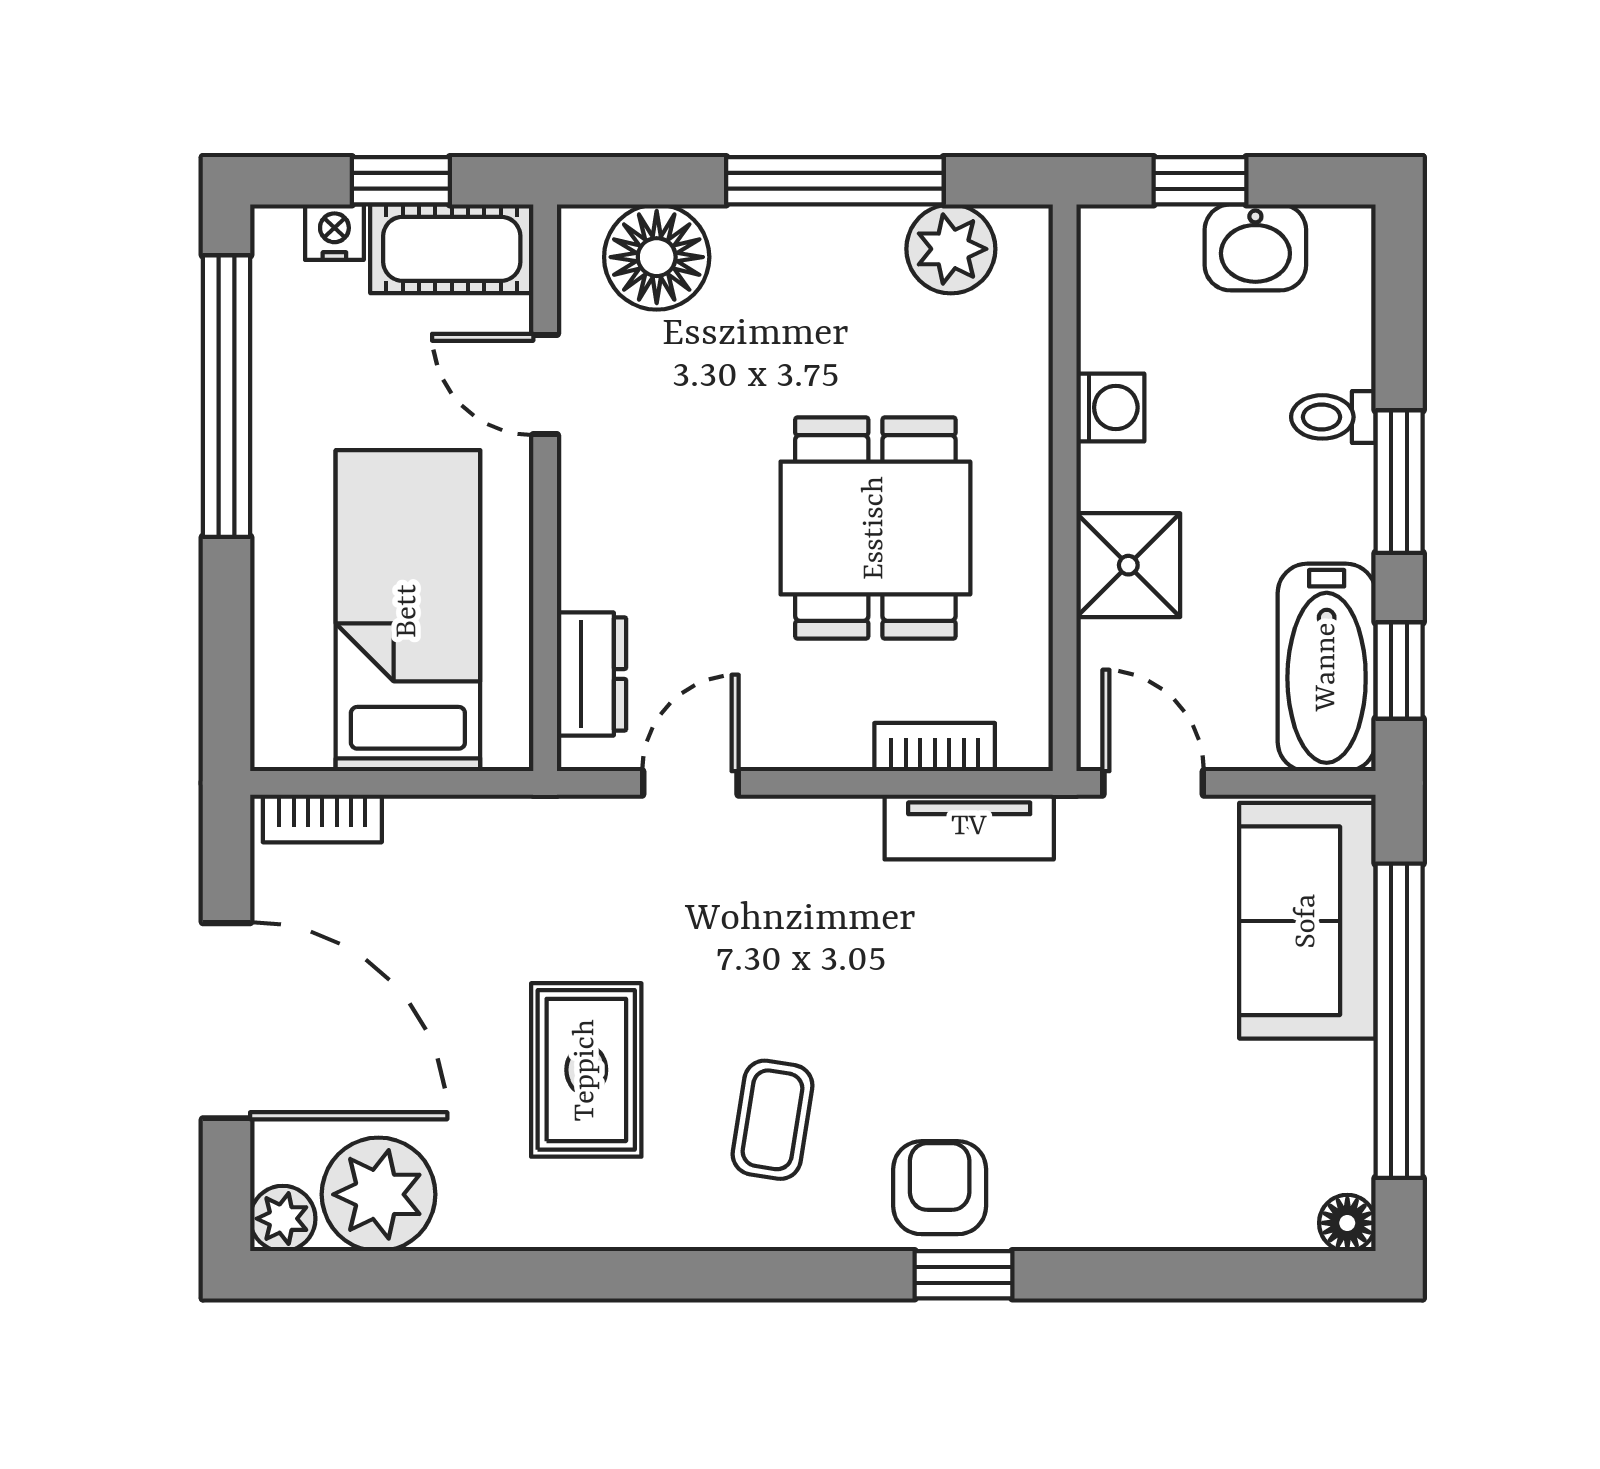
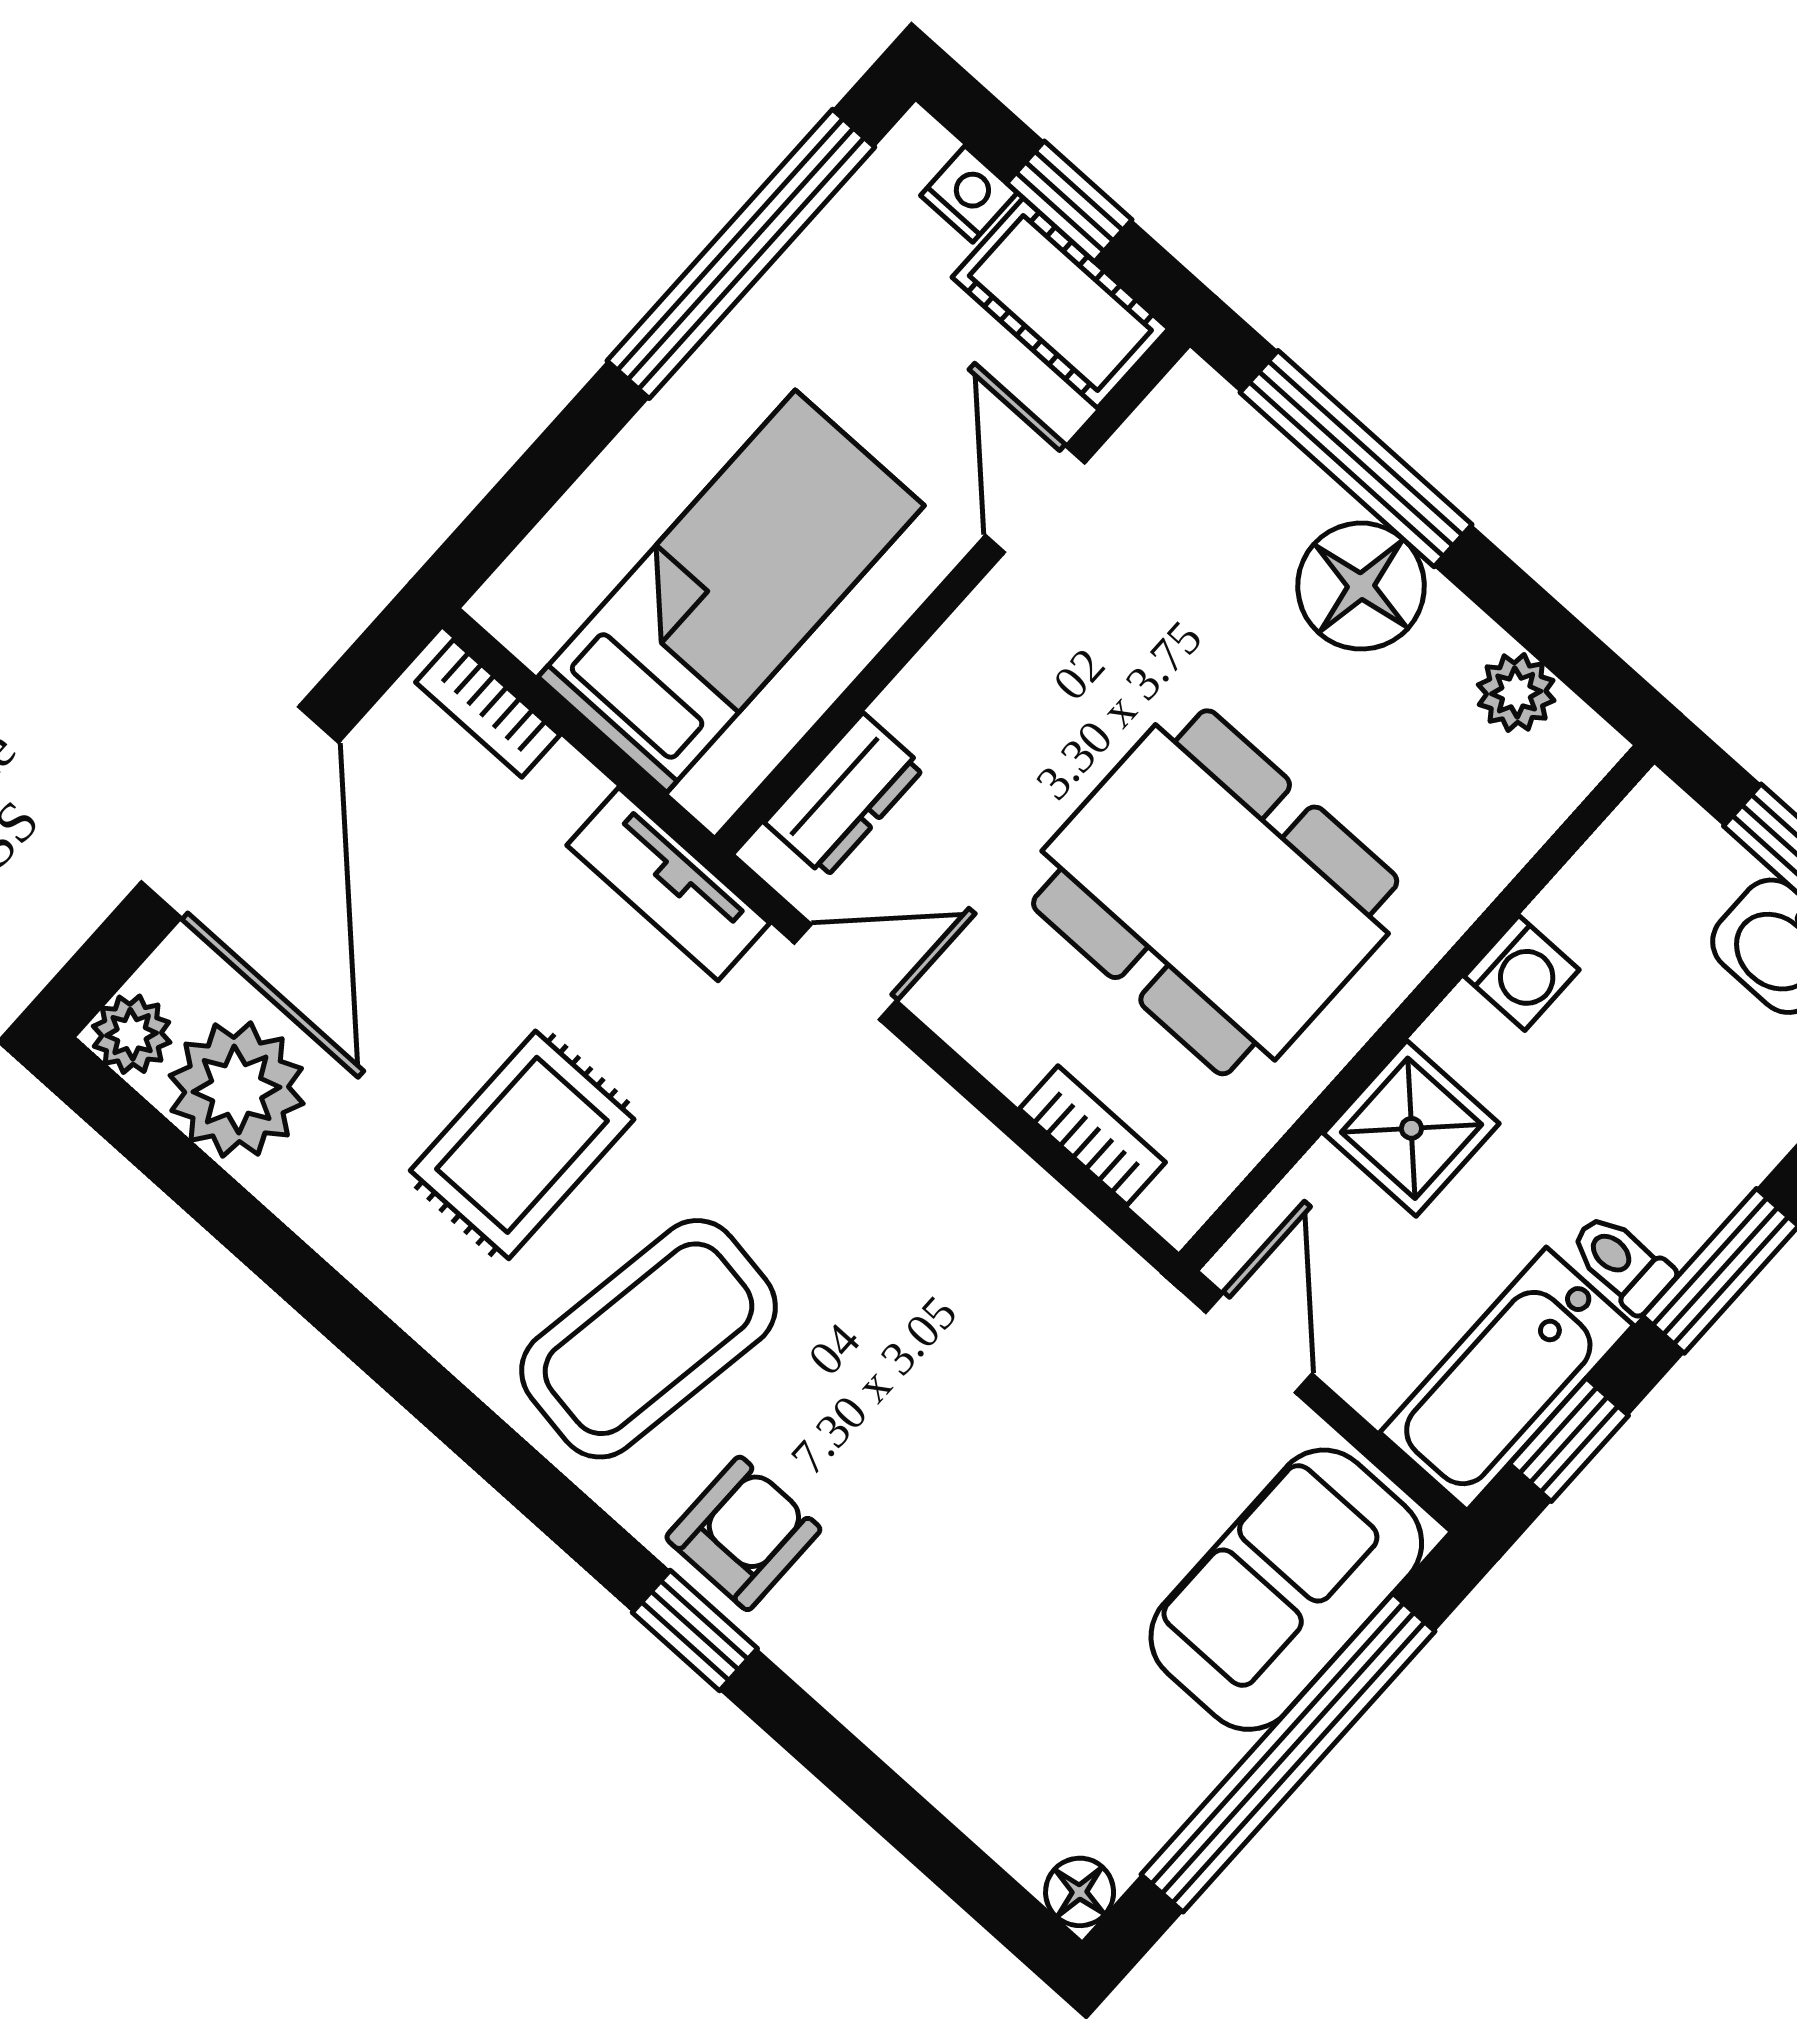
window: (835, 181) -> (1356, 459), moved
plant: (951, 249) -> (1516, 693), width x0.73, depth x0.73
floor lamp: (657, 257) -> (1361, 586), moved
toilet: (1333, 417) -> (1622, 1263), moved
dining table: (875, 528) -> (1215, 892), width x1.38
tv unit: (969, 827) -> (668, 884), moved
coffee table: (772, 1120) -> (649, 1339), width x1.86, depth x1.72

